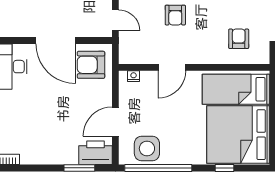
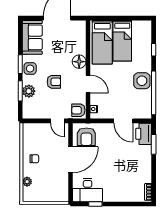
door: (115, 20) -> (57, 121), swing flipped
armchair: (239, 39) -> (78, 110), moved
floor lamp: (206, 54) -> (79, 62), added
bed: (238, 135) -> (122, 41), width x0.49
side table: (147, 149) -> (142, 81), moved

